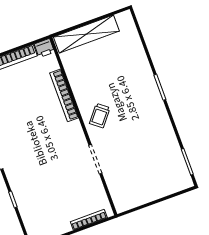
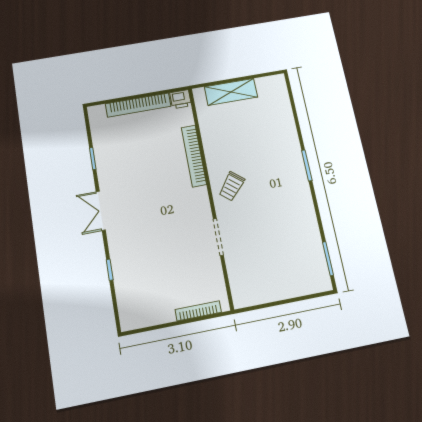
shelving: (86, 34) -> (231, 92), width x0.68

